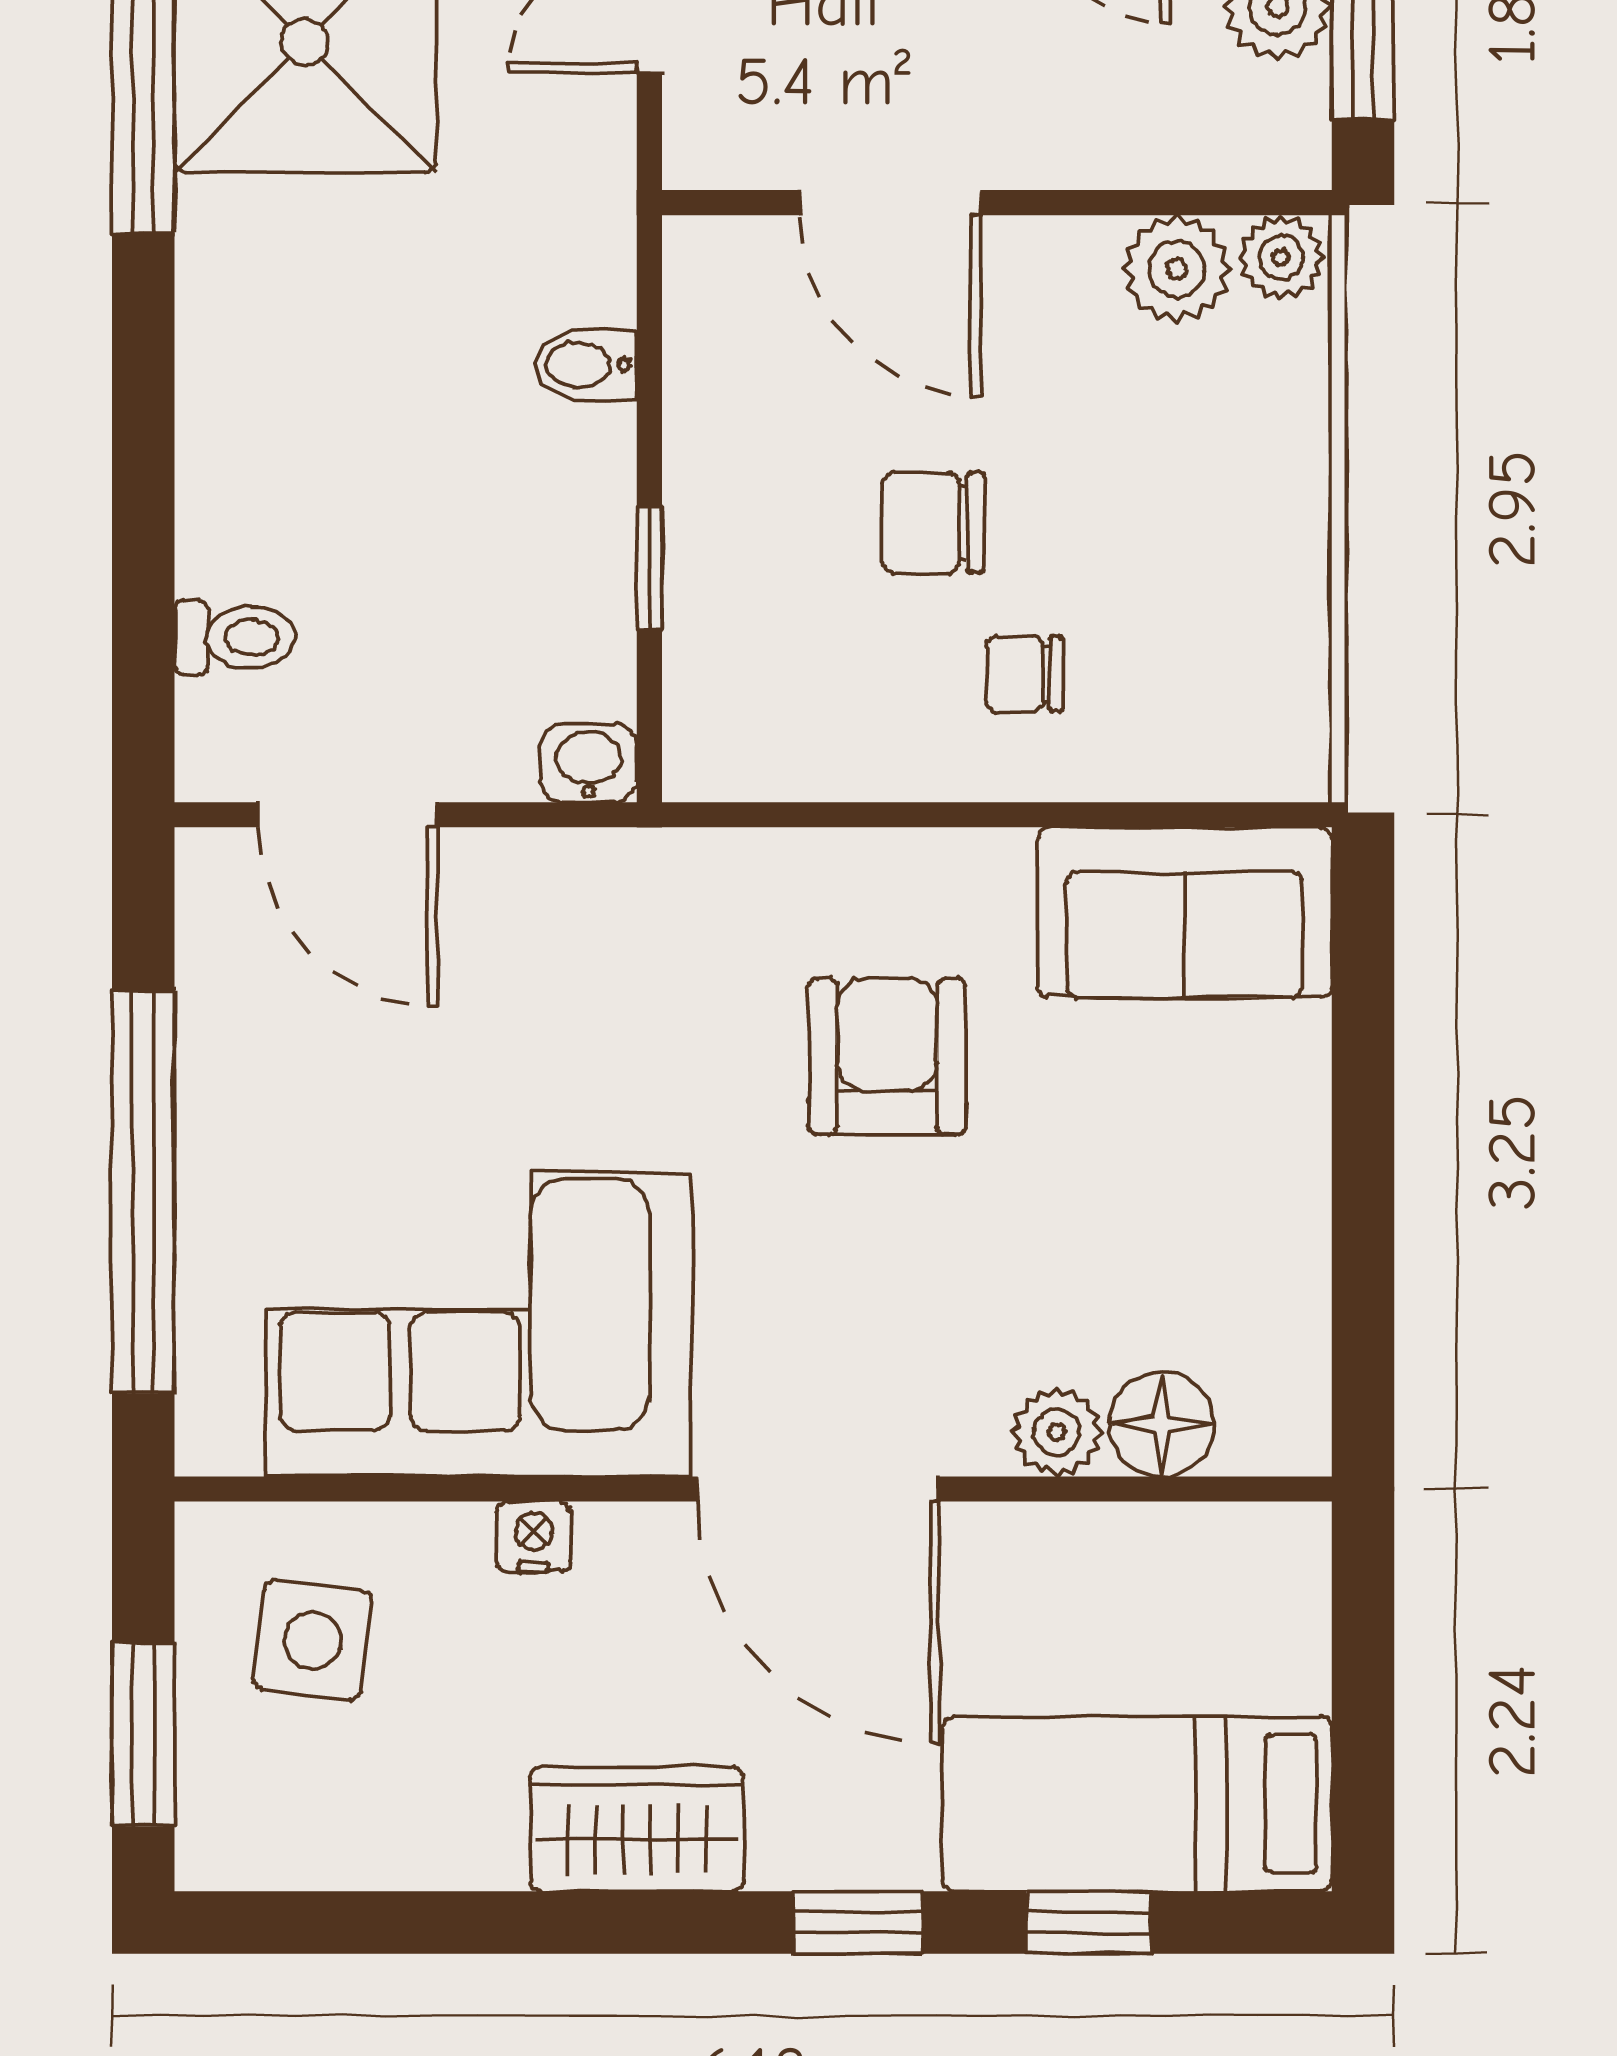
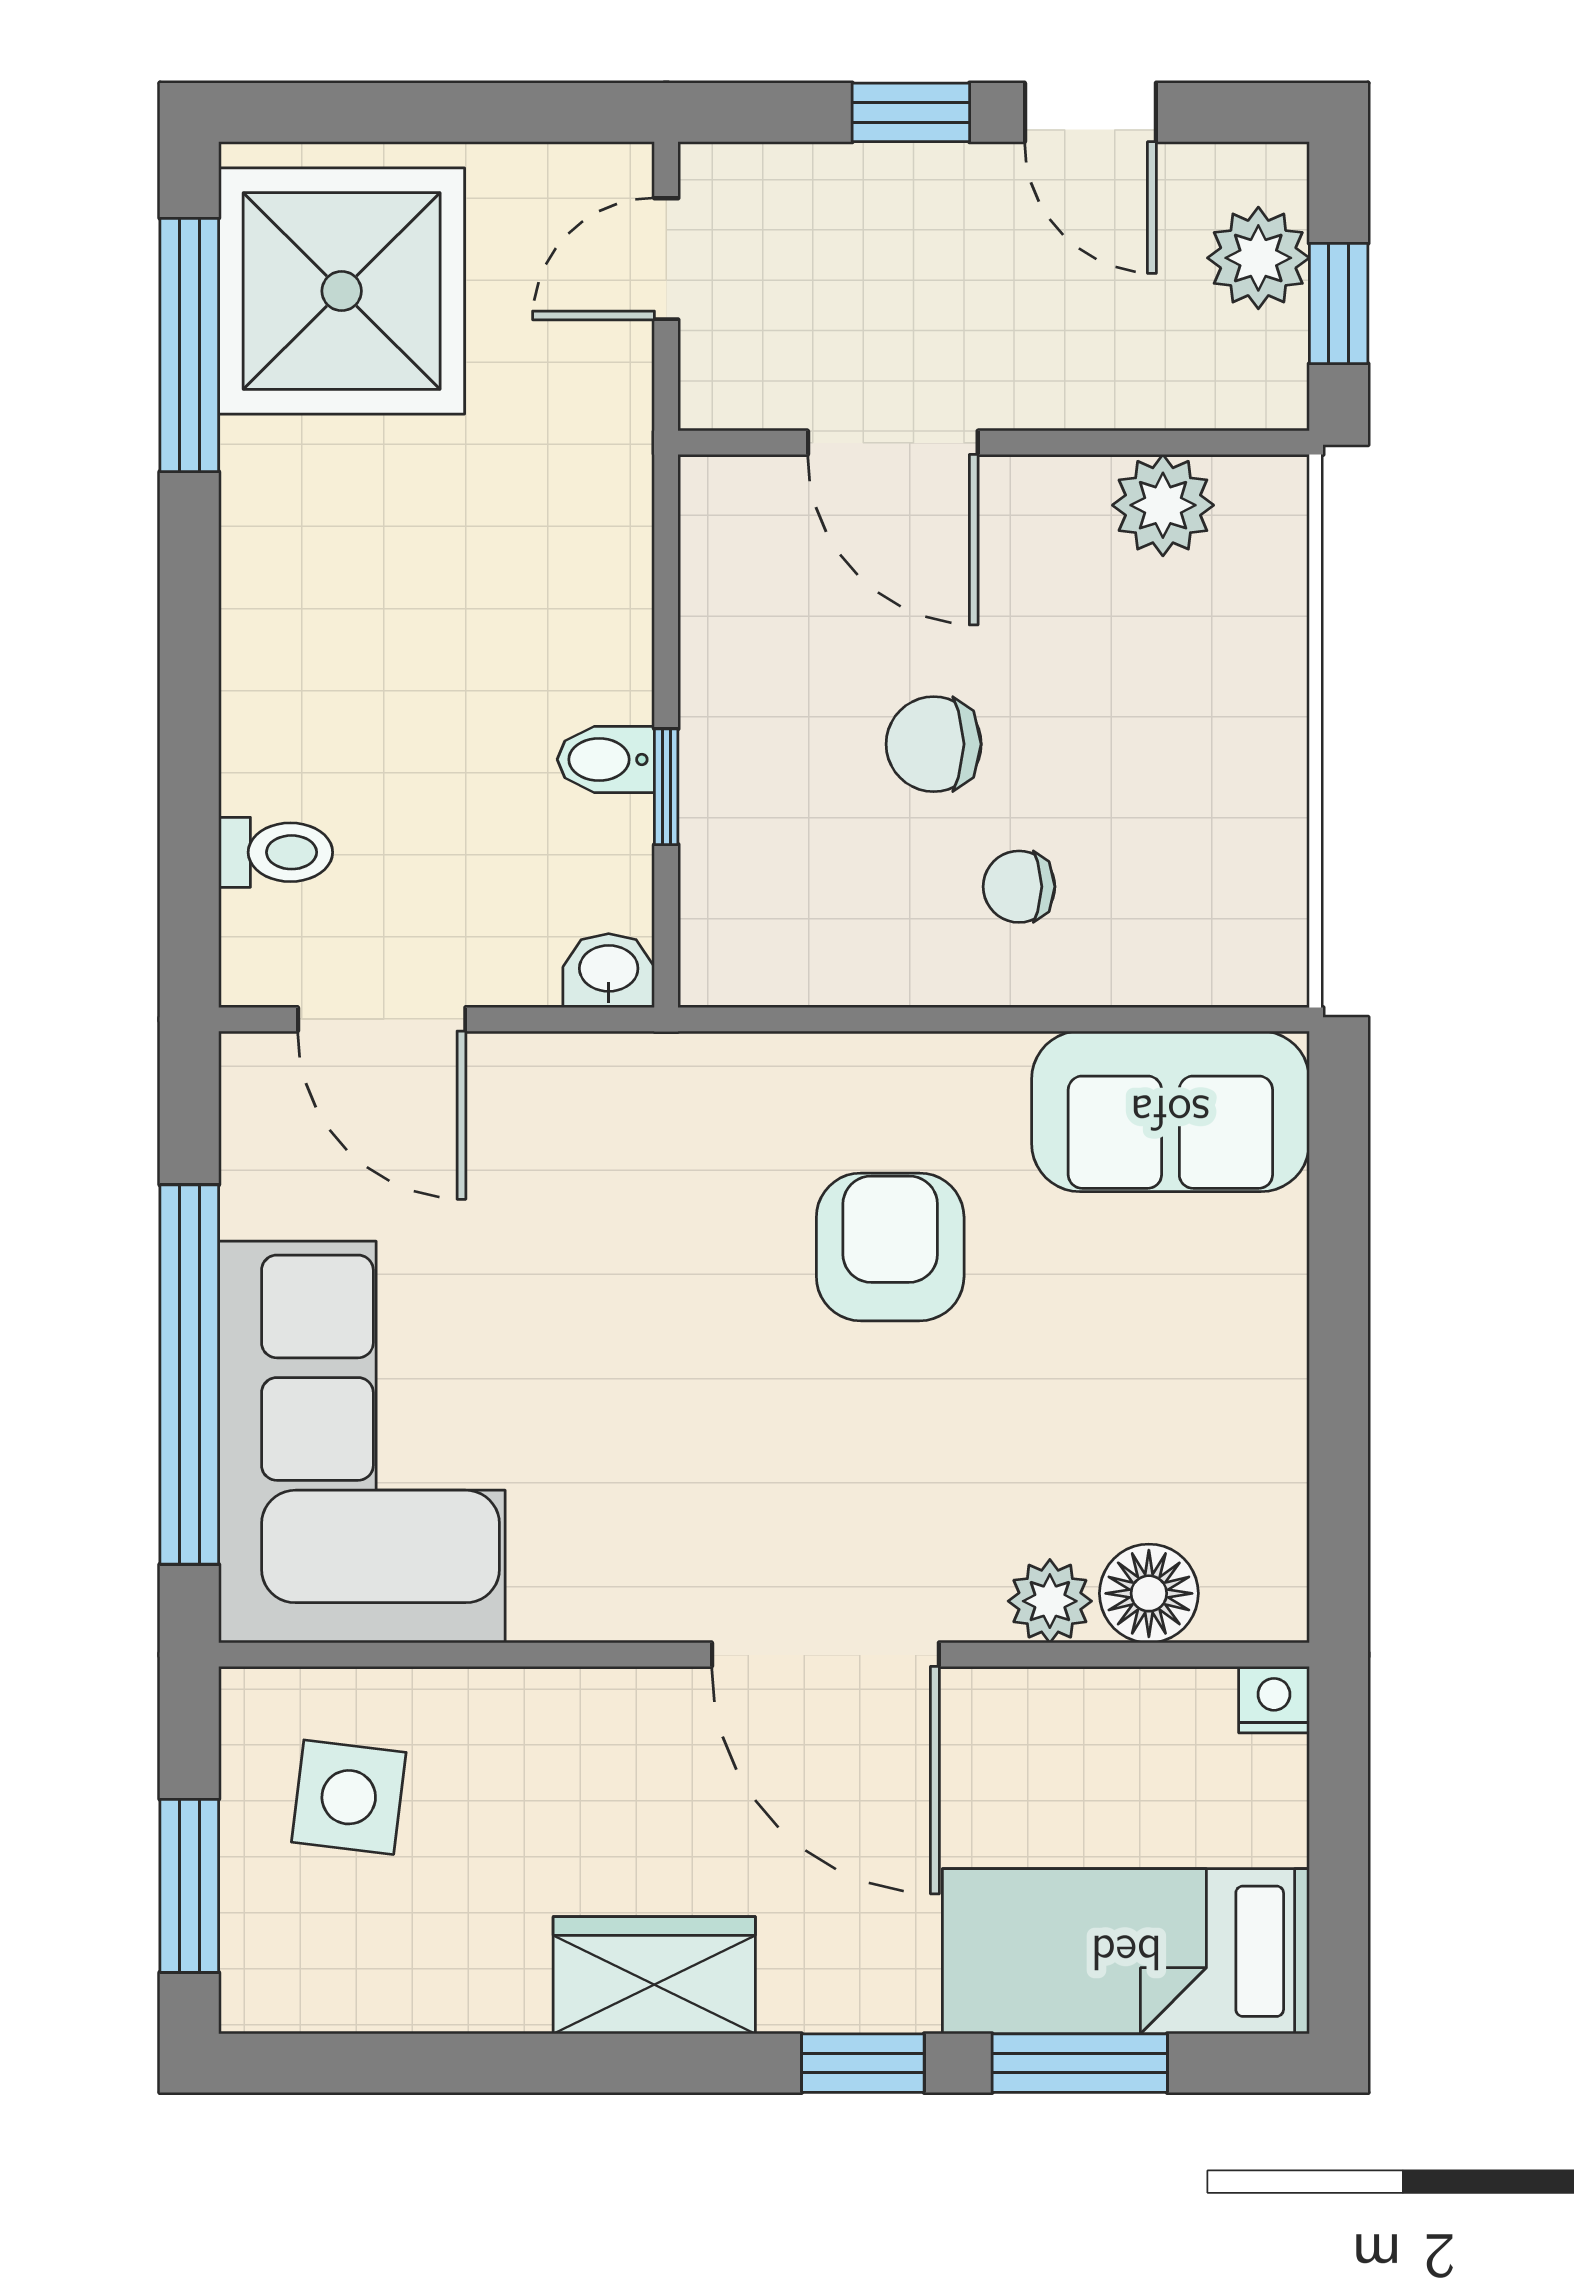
plant: (1281, 257) -> (1261, 494), removed
bidet: (585, 365) -> (606, 759), moved
corner sofa: (479, 1324) -> (362, 1442), moved, turned 90
nightstand: (534, 1537) -> (1274, 1700), moved
window: (1088, 1923) -> (1080, 2063), width x1.50

